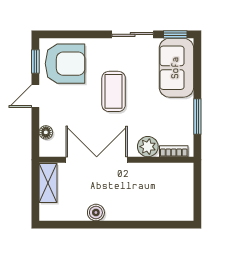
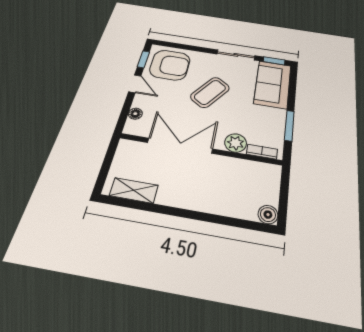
coffee table: (114, 91) -> (210, 92), turned 35
door: (35, 96) -> (135, 84), swing flipped
shelving: (48, 183) -> (134, 190), moved, turned 90
boiler: (96, 213) -> (268, 215), moved

